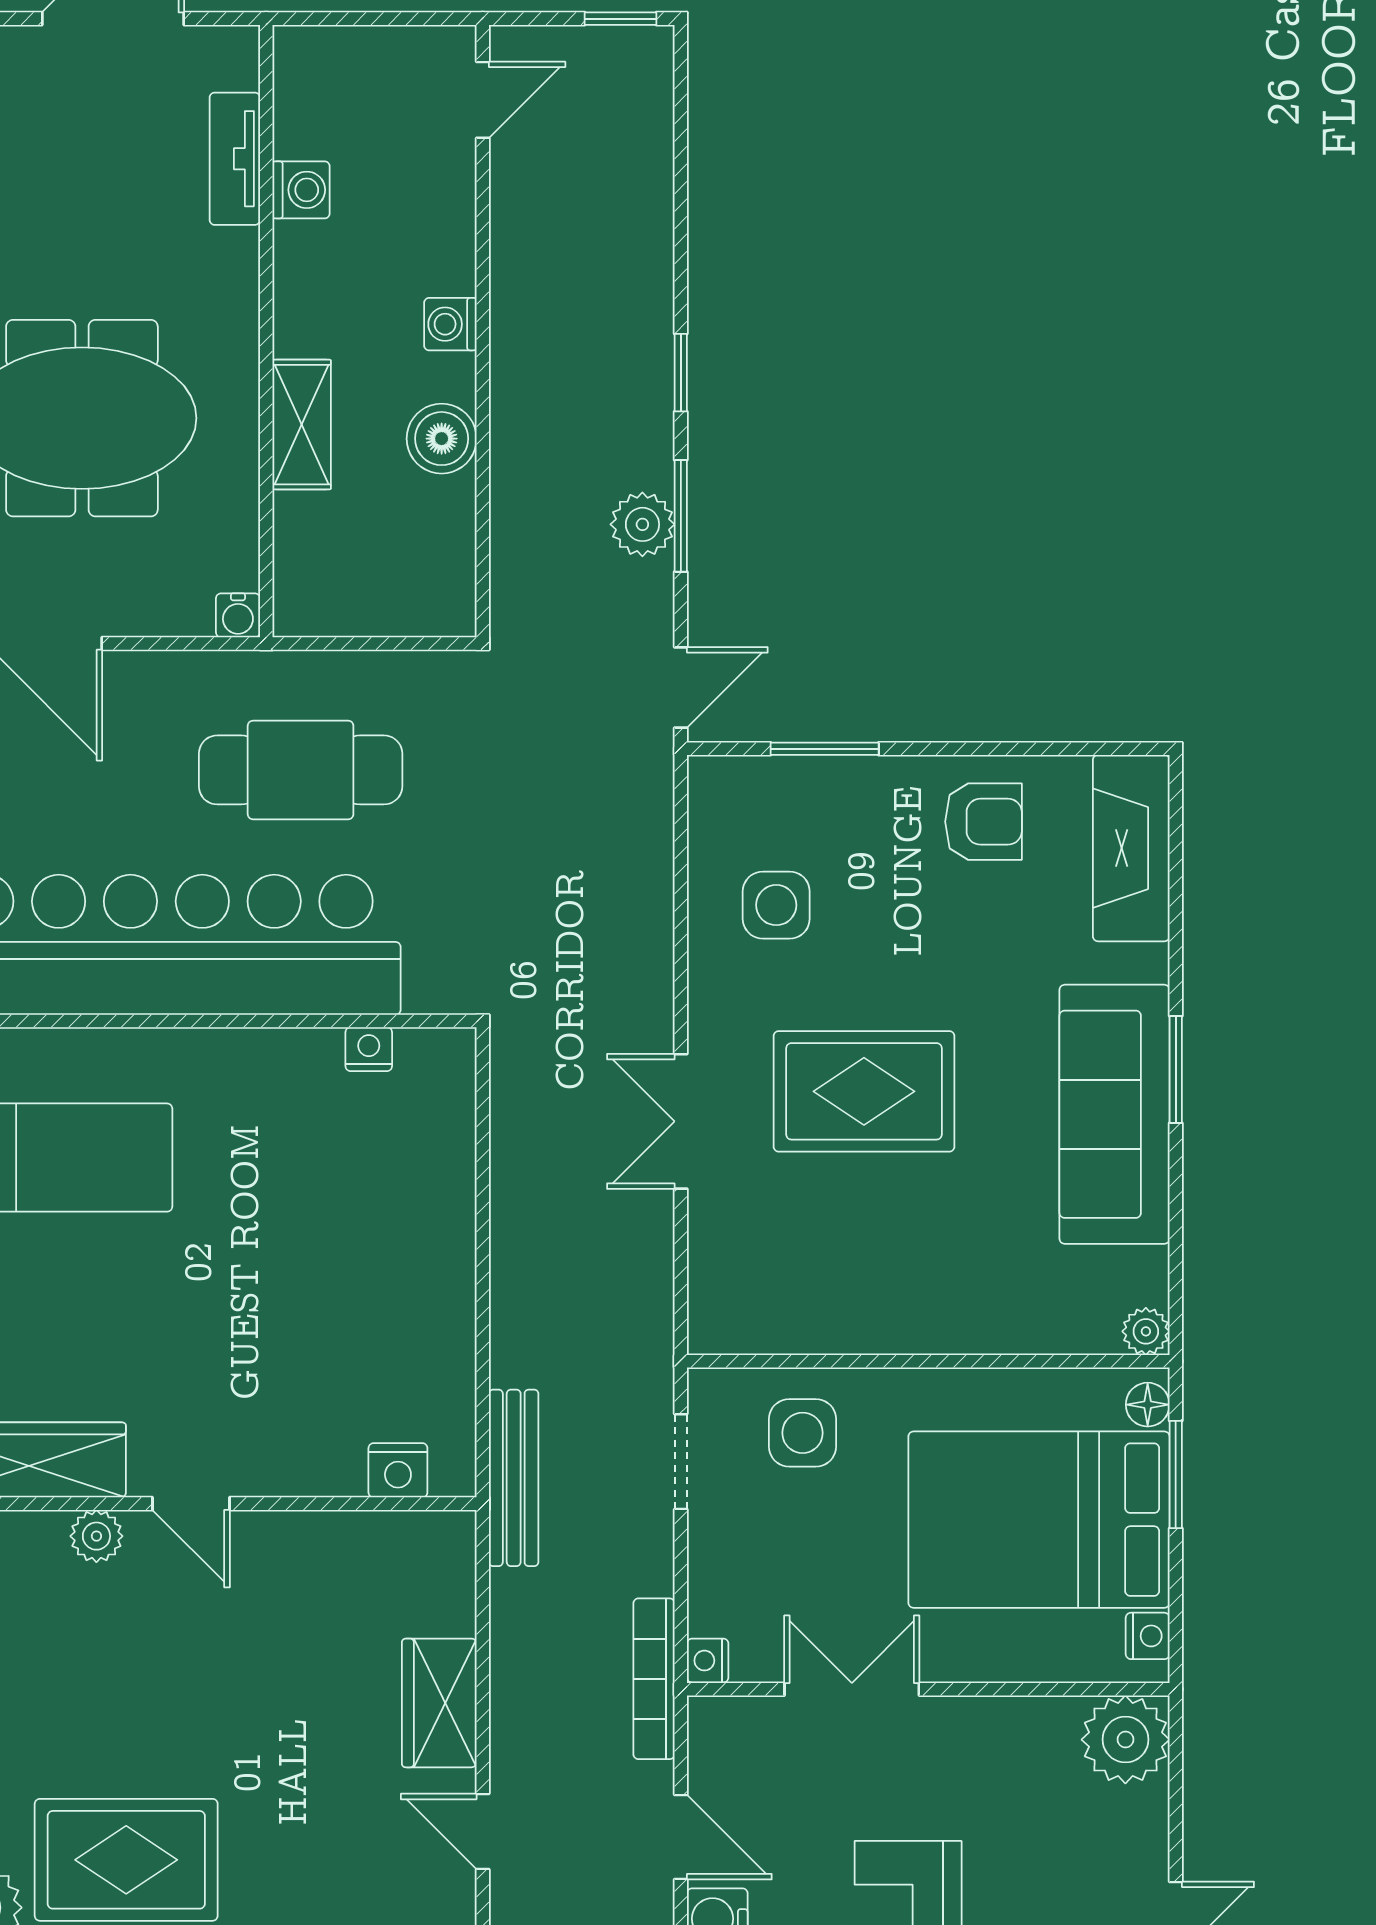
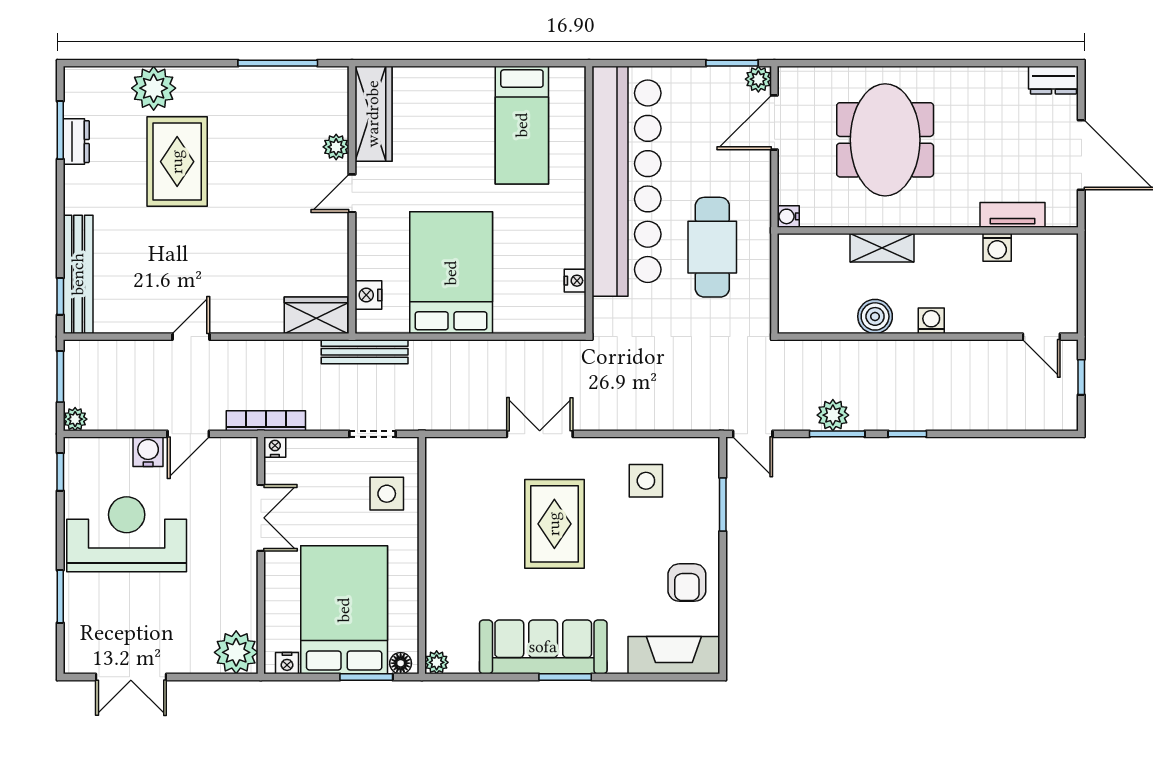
window: (621, 19) -> (1081, 377), moved
bed: (352, 1302) -> (451, 273), added
wardrobe: (439, 1703) -> (316, 315), moved

